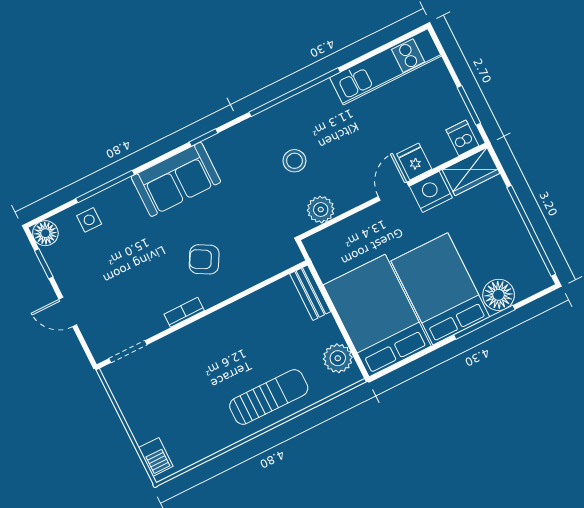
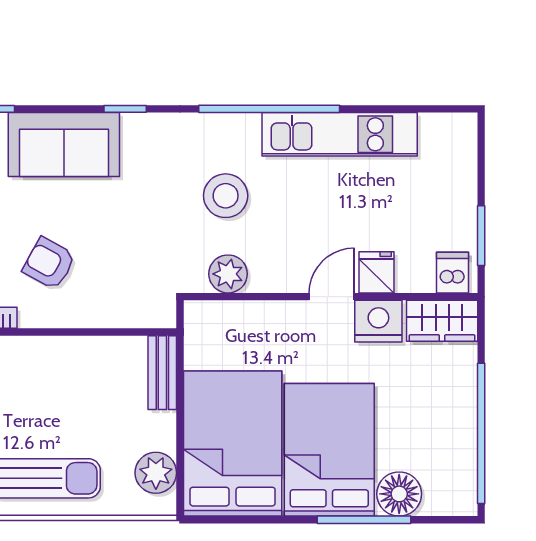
kitchen unit: (385, 67) -> (340, 134), moved
stool: (294, 161) -> (226, 196), width x1.38, depth x1.38

